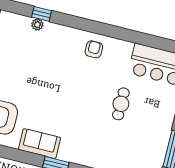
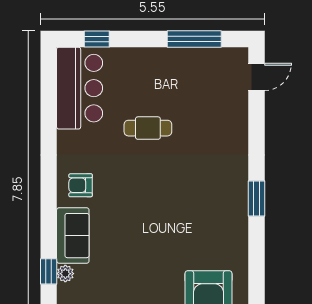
sofa: (39, 144) -> (73, 236), moved, turned 180

